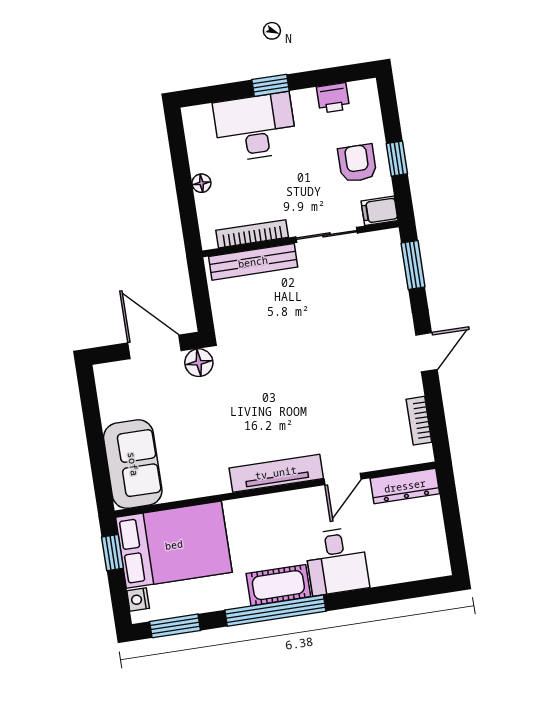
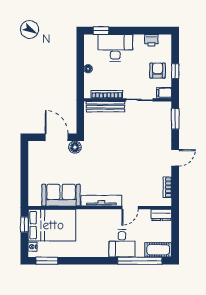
window: (270, 85) -> (101, 31), moved
sofa: (133, 464) -> (61, 195), moved, turned -90
dresser: (405, 486) -> (161, 215), width x0.70
cot: (278, 585) -> (158, 250), moved
window: (275, 611) -> (140, 261), moved

